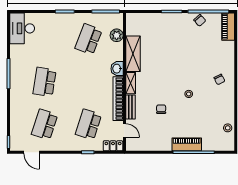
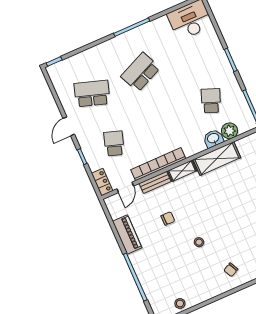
school desk: (88, 39) -> (211, 101), width x0.54
washbasin: (117, 69) -> (213, 138), moved
school desk: (45, 82) -> (140, 72), turned -33
school desk: (88, 124) -> (114, 143), width x0.54
piano: (187, 144) -> (127, 234), moved
door: (32, 152) -> (69, 126), moved

